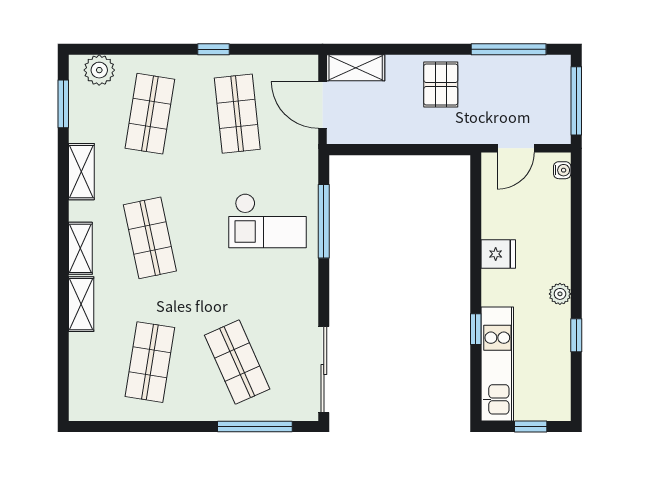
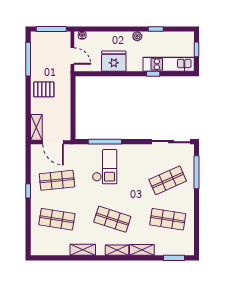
plant: (99, 70) -> (37, 242), removed
window: (63, 104) -> (174, 258), moved
door: (322, 105) -> (53, 142), hinge flipped
shop shelf: (150, 238) -> (112, 219), turned 30
fridge: (498, 254) -> (114, 61), width x1.88, depth x1.34

